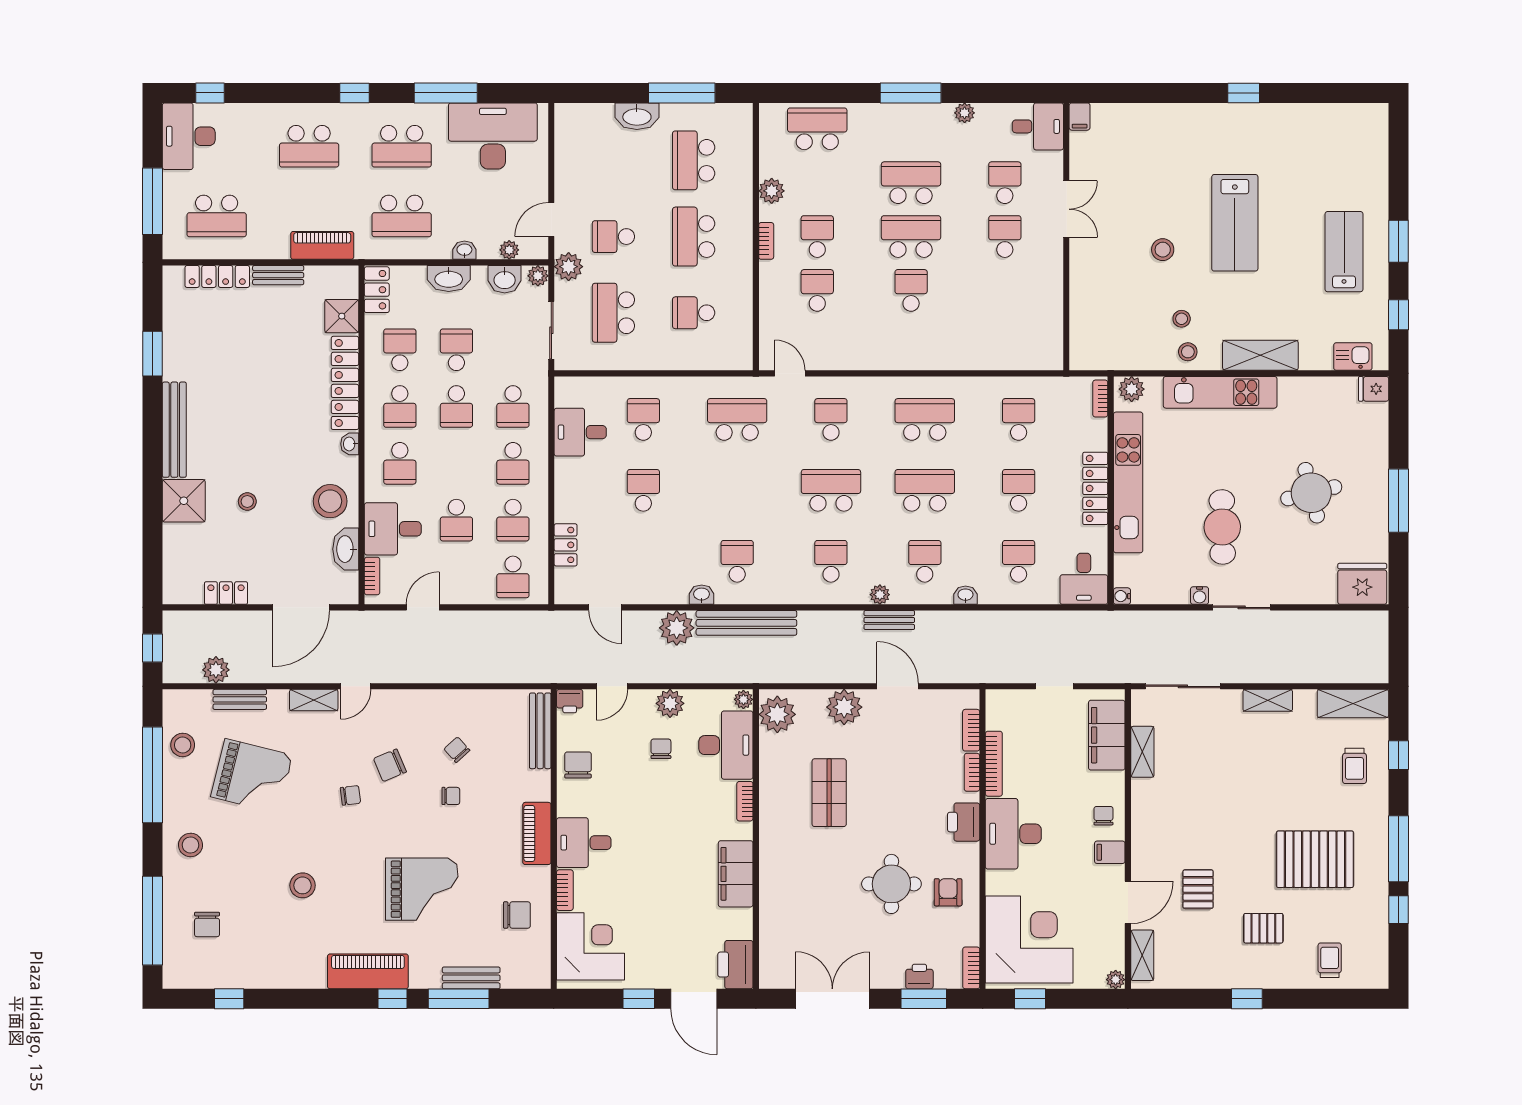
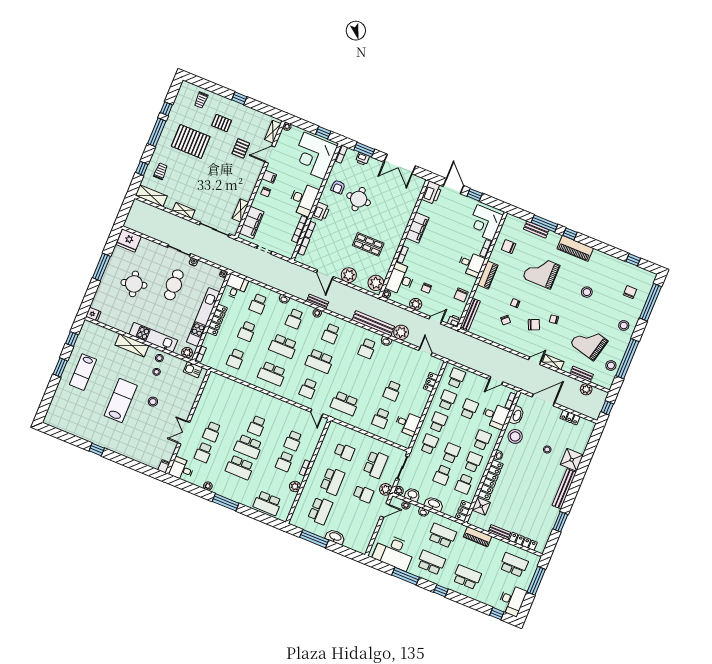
kitchen sink: (1353, 357) -> (193, 370), moved
shop shelf: (829, 793) -> (368, 244), turned 90

